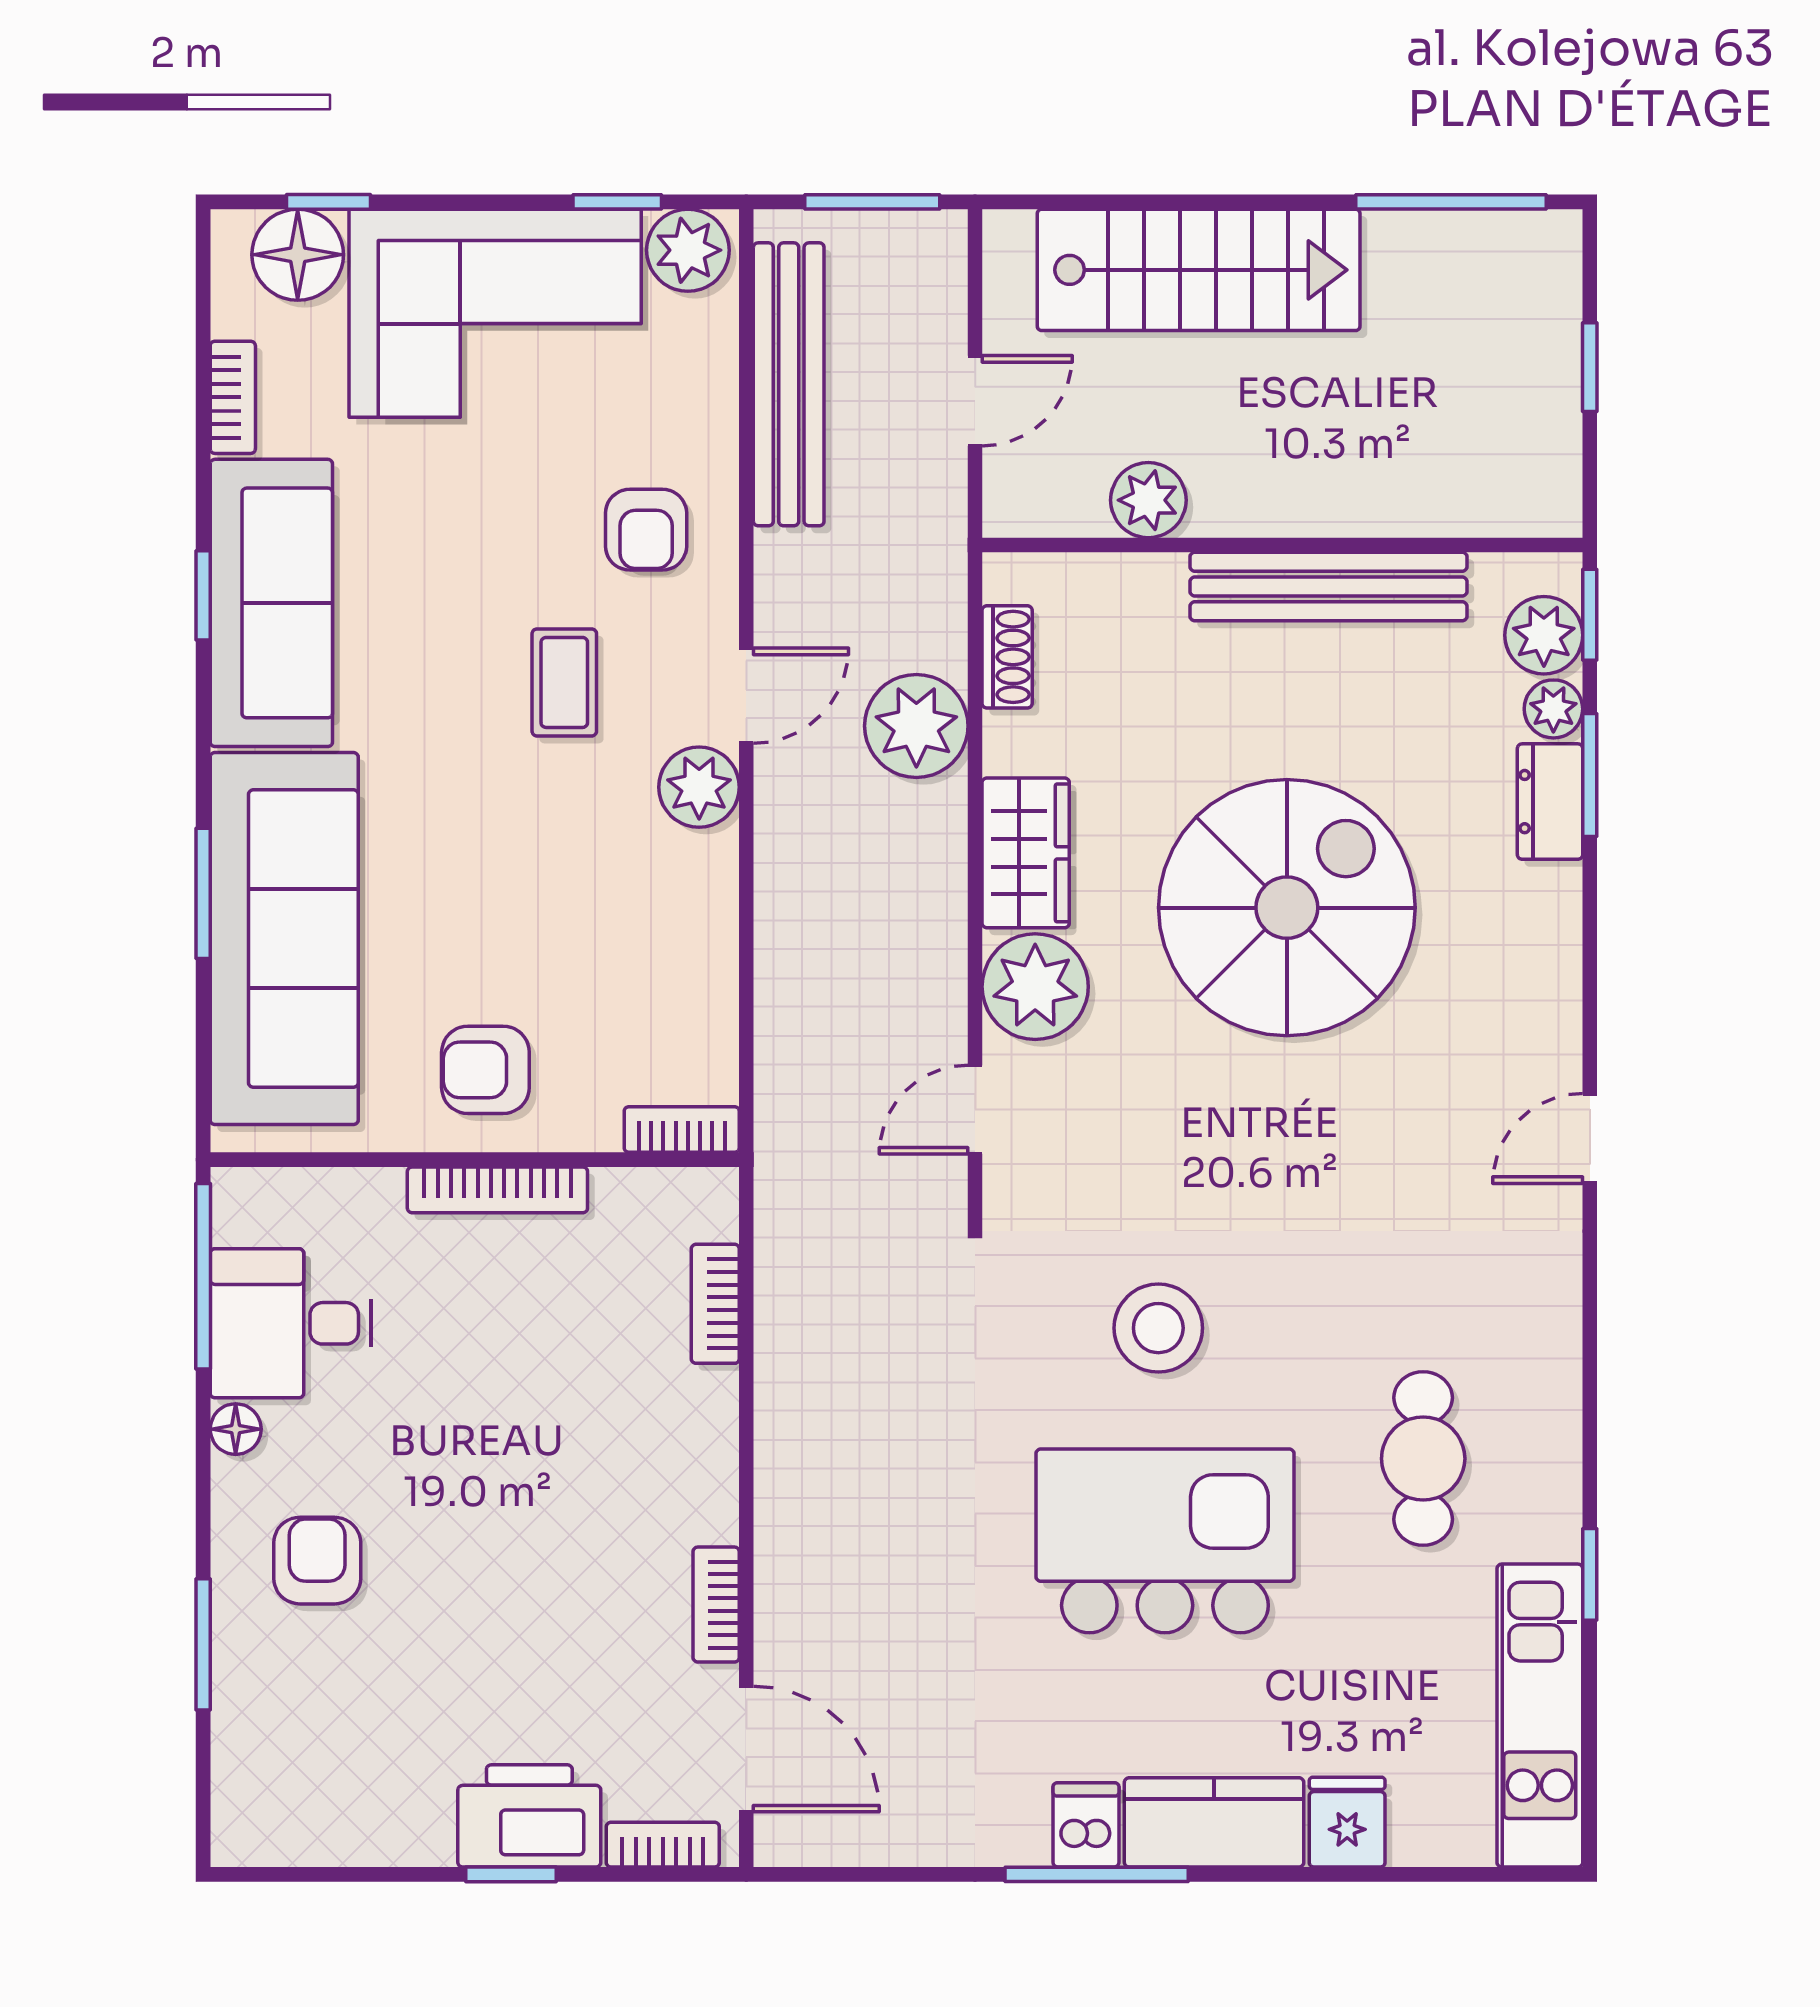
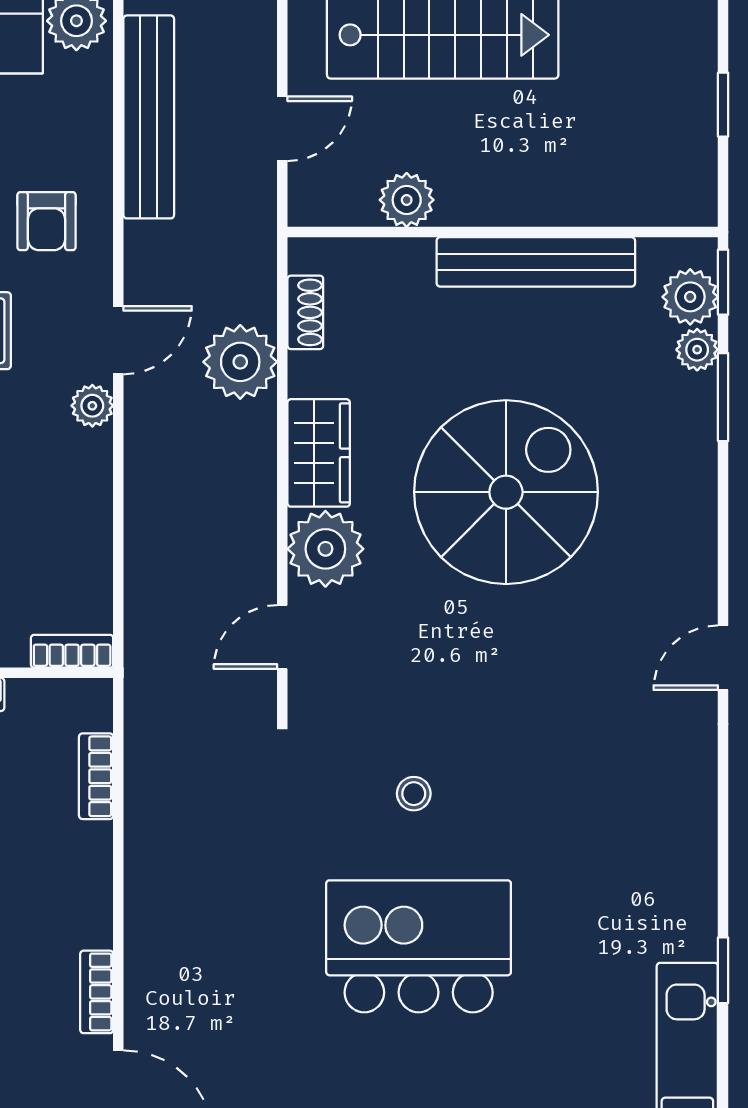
plant: (699, 787) -> (92, 406), width x0.73, depth x0.73
dresser: (1550, 802) -> (695, 416), removed
stool: (1158, 1328) -> (414, 794), width x0.53, depth x0.53
cafe table: (1423, 1459) -> (604, 887), removed

